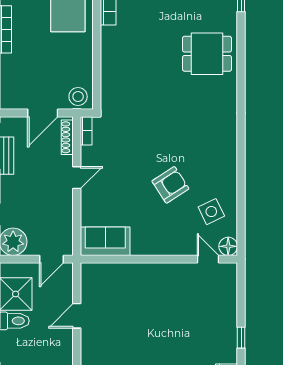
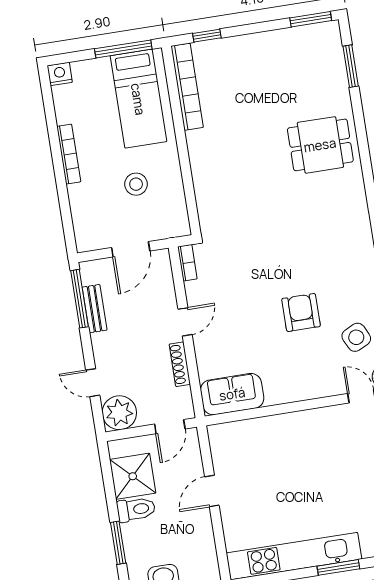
stool: (78, 97) -> (136, 184), moved
shoe rack: (67, 137) -> (180, 364), moved
armchair: (170, 185) -> (301, 312), turned -57

